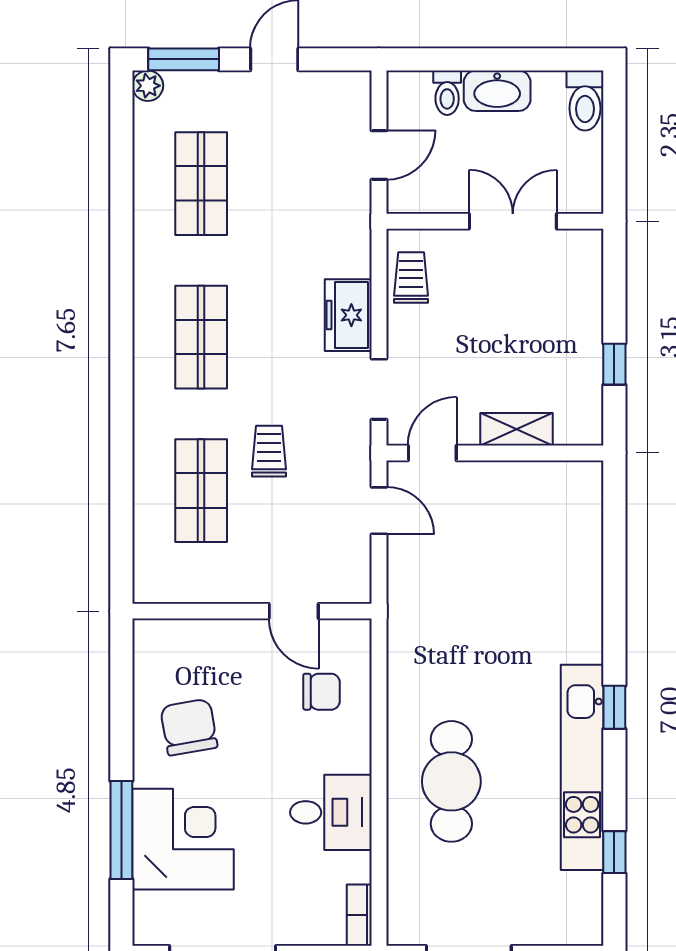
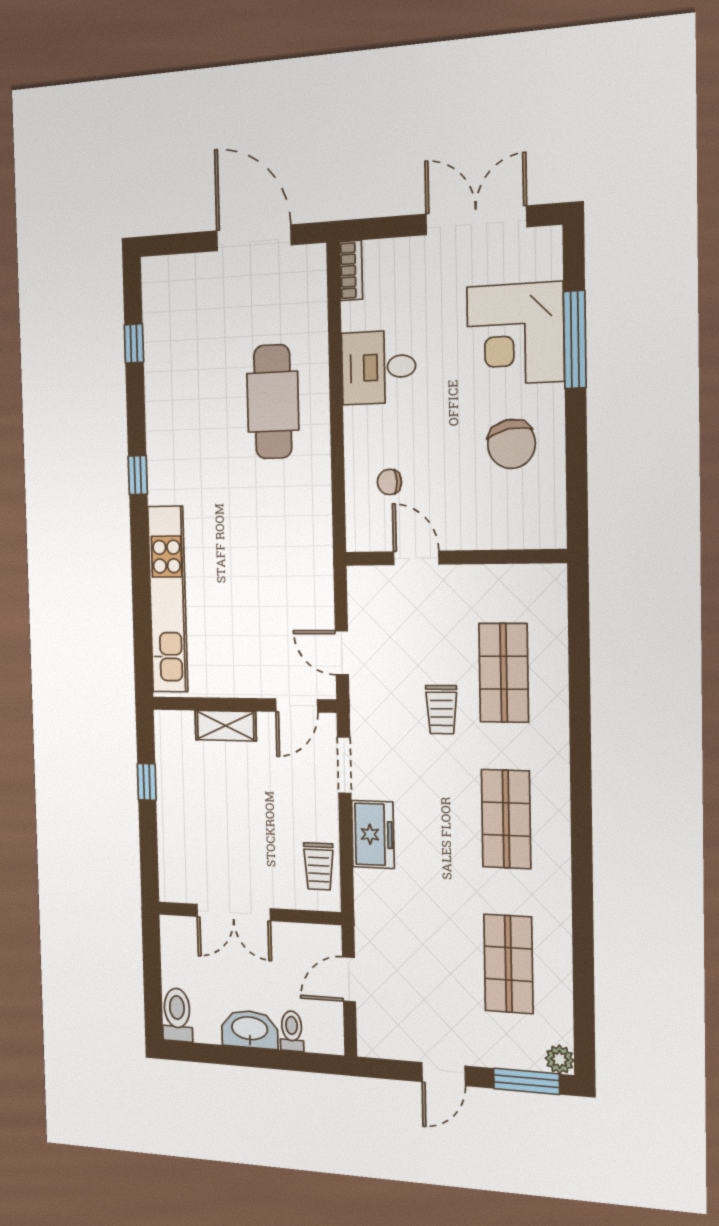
chair: (322, 692) -> (389, 482), width x0.73, depth x0.73
kitchen unit: (582, 767) -> (168, 599), moved

